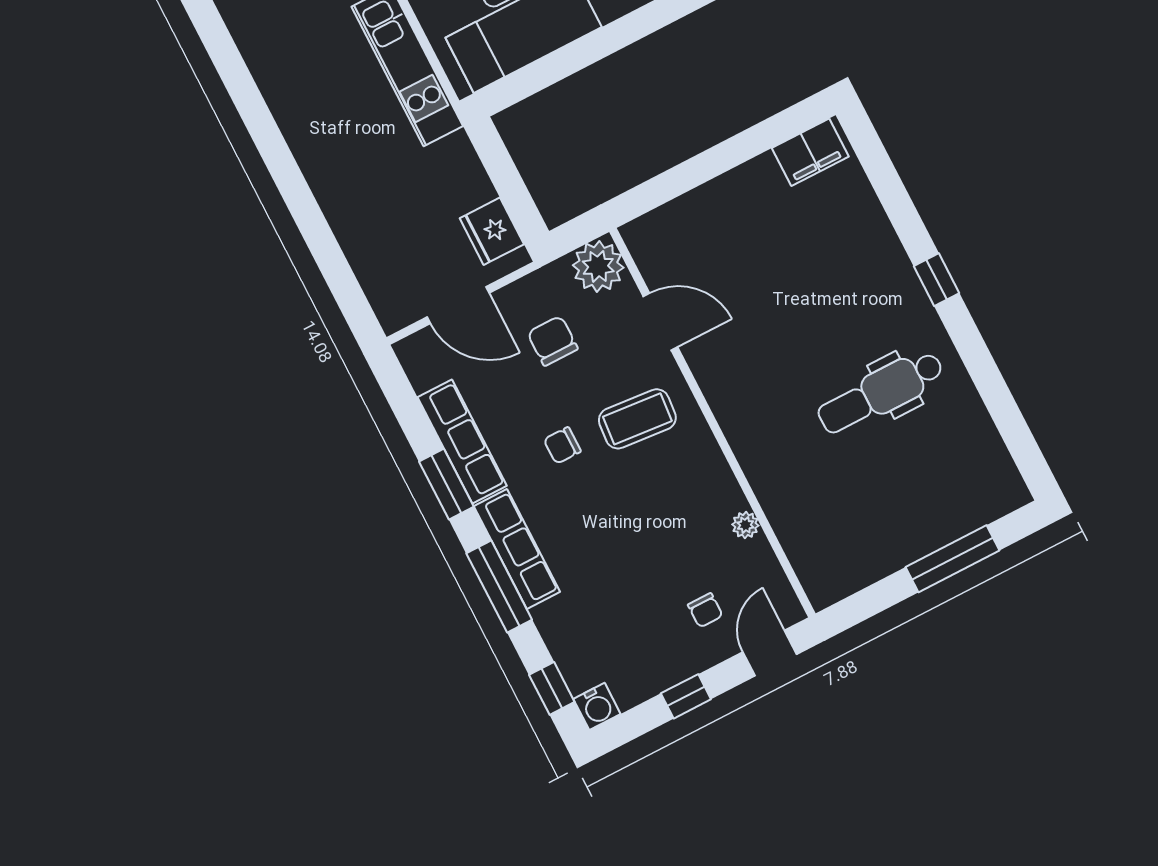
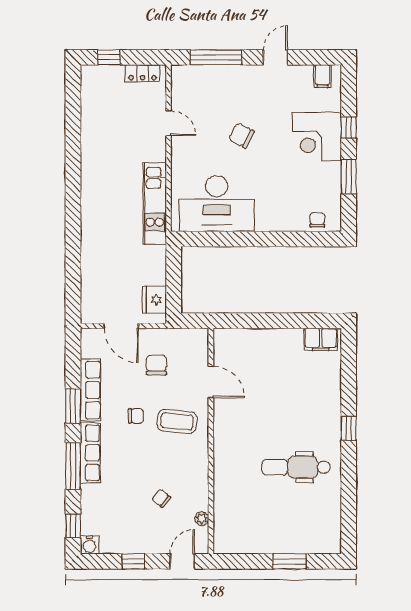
plant: (598, 266) -> (195, 342), removed
chair: (562, 445) -> (136, 416), turned 180
plant: (745, 525) -> (202, 519), moved
window: (953, 559) -> (289, 561), width x0.69
chair: (705, 610) -> (161, 498), moved, turned 128

